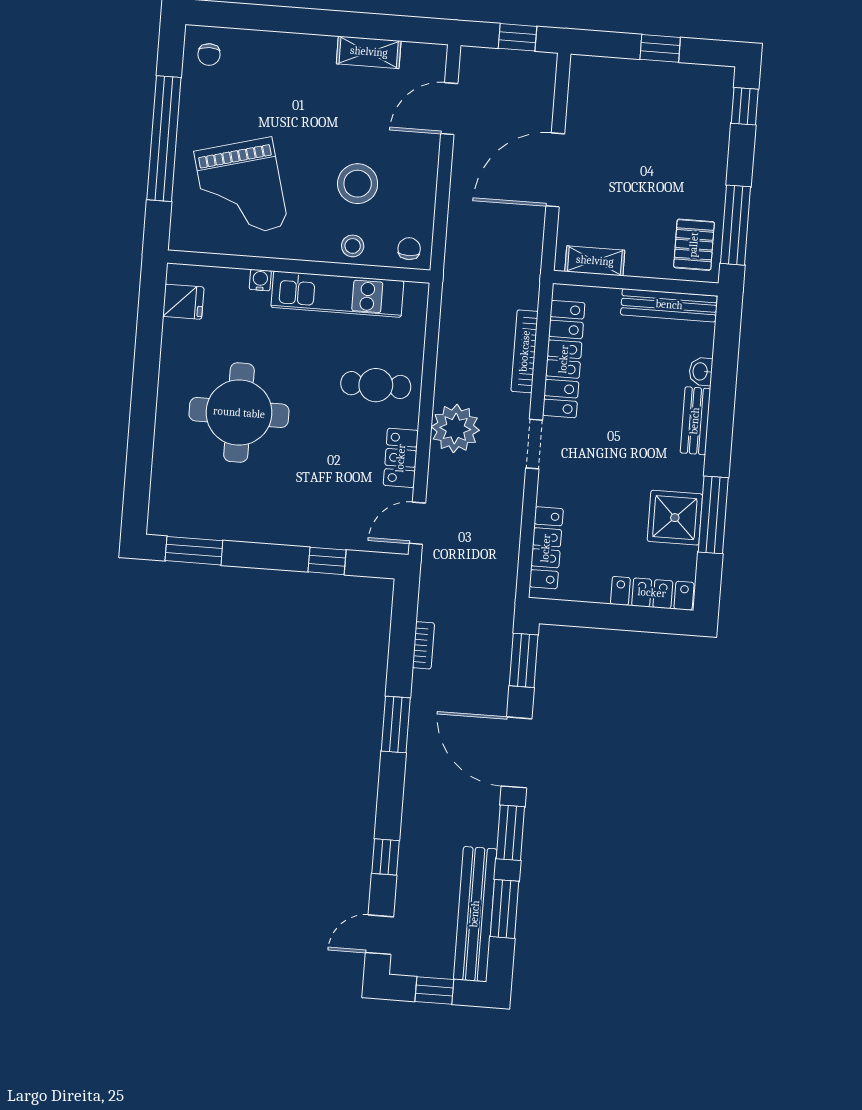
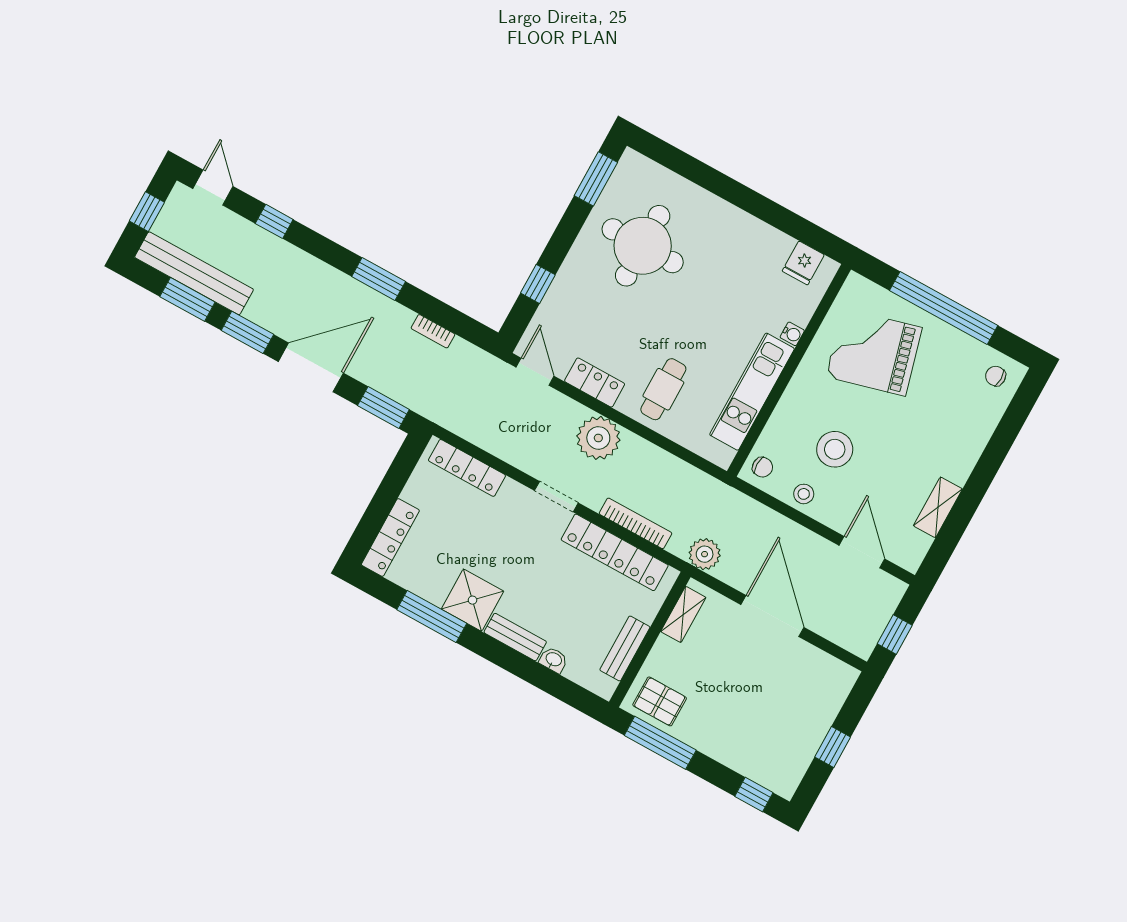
stool: (353, 246) -> (804, 494), moved
plant: (524, 267) -> (705, 554), added
bench: (669, 305) -> (625, 648), width x0.73
round table: (239, 413) -> (643, 246), moved
shower: (675, 518) -> (473, 600), moved

